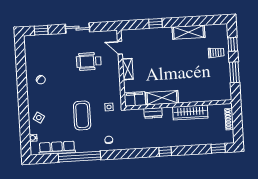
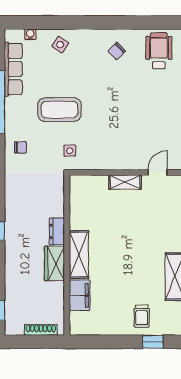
wheelchair: (89, 61) -> (159, 51), moved
window: (234, 72) -> (111, 342), removed
shelving: (162, 98) -> (79, 255), moved
filing cabinet: (135, 99) -> (80, 295), moved
wardrobe: (190, 112) -> (54, 263), width x0.67
dresser: (153, 113) -> (57, 231), moved

